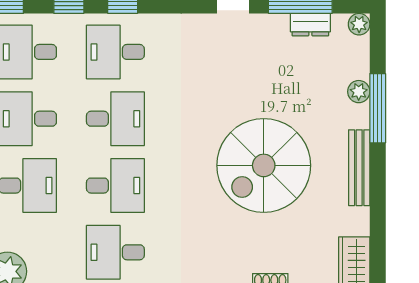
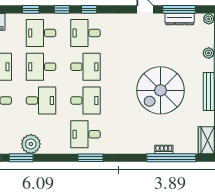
dresser: (310, 25) -> (180, 19), width x1.44

